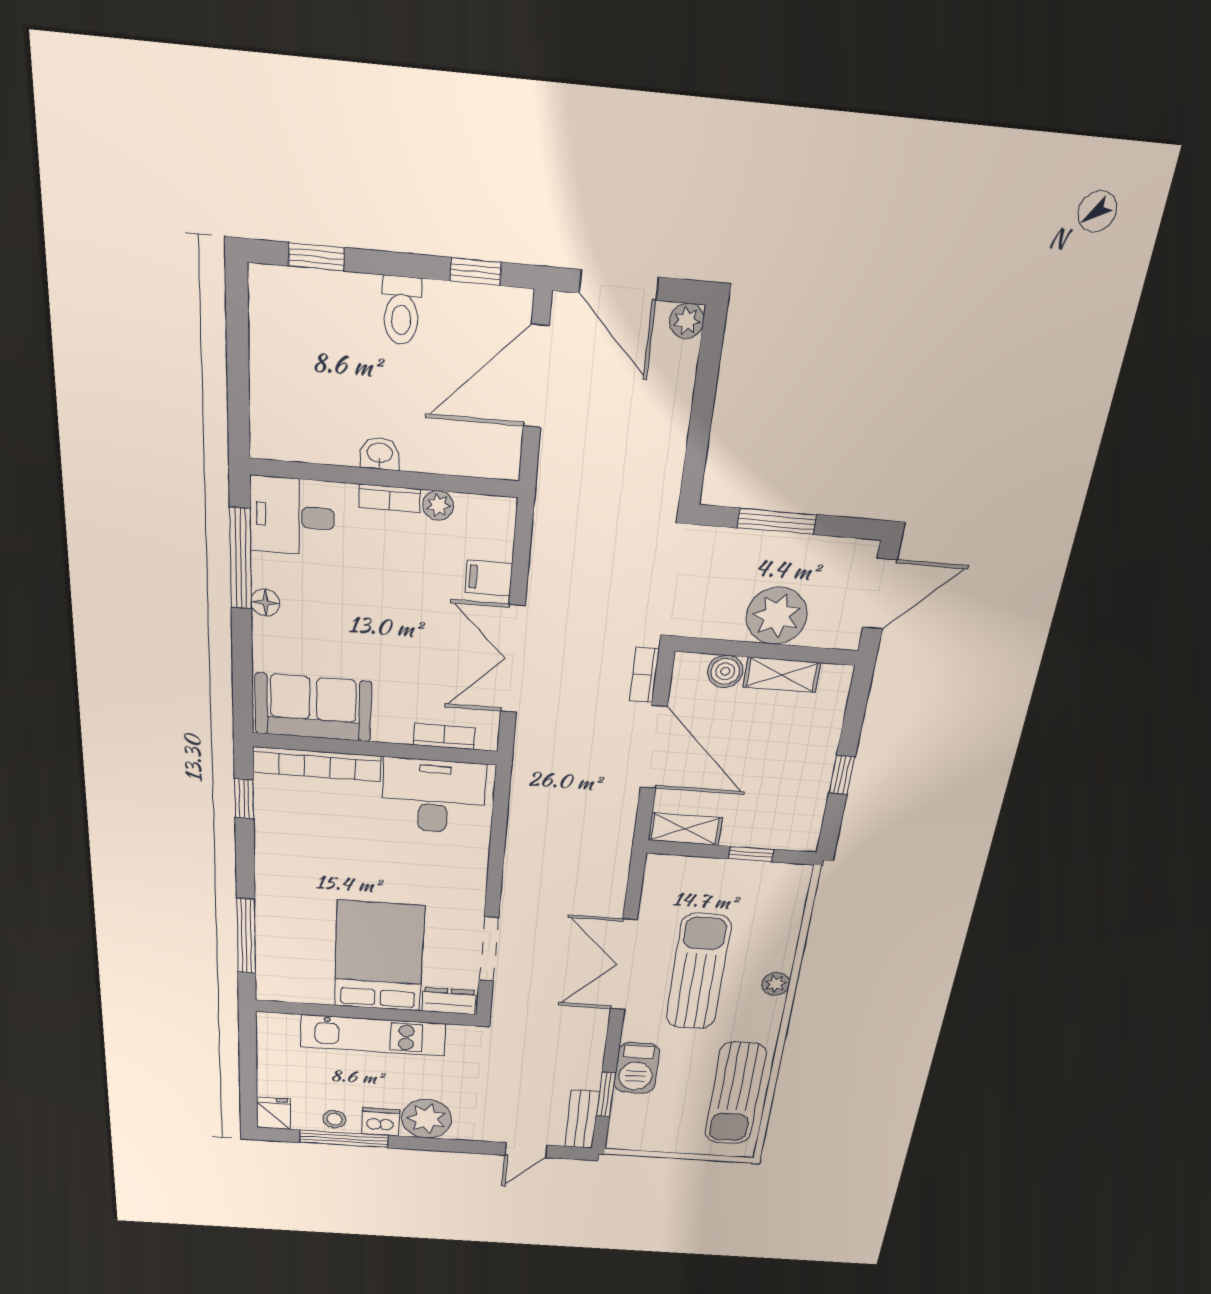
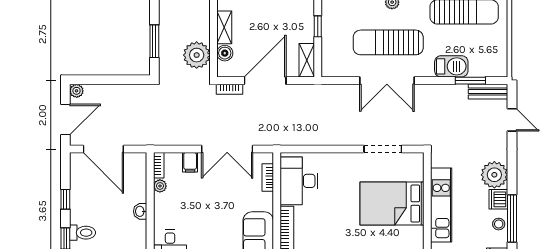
window: (476, 272) -> (65, 199), moved
toilet: (401, 311) -> (83, 233), moved
bookcase: (390, 498) -> (159, 165), moved
plant: (777, 616) -> (197, 55), moved
dresser: (449, 1001) -> (416, 167), removed

